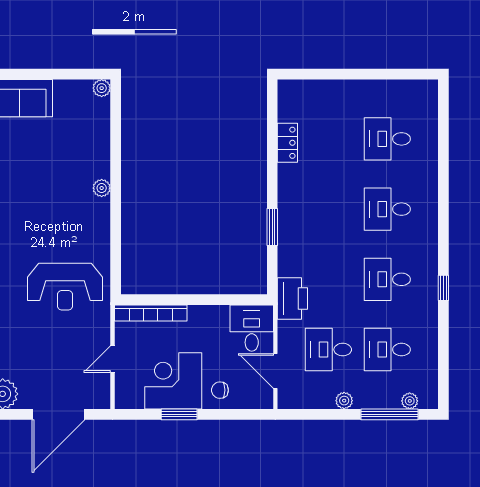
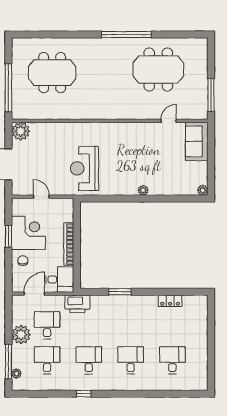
bookcase: (151, 313) -> (69, 244), moved
plant: (344, 401) -> (21, 335), width x1.87, depth x1.87

